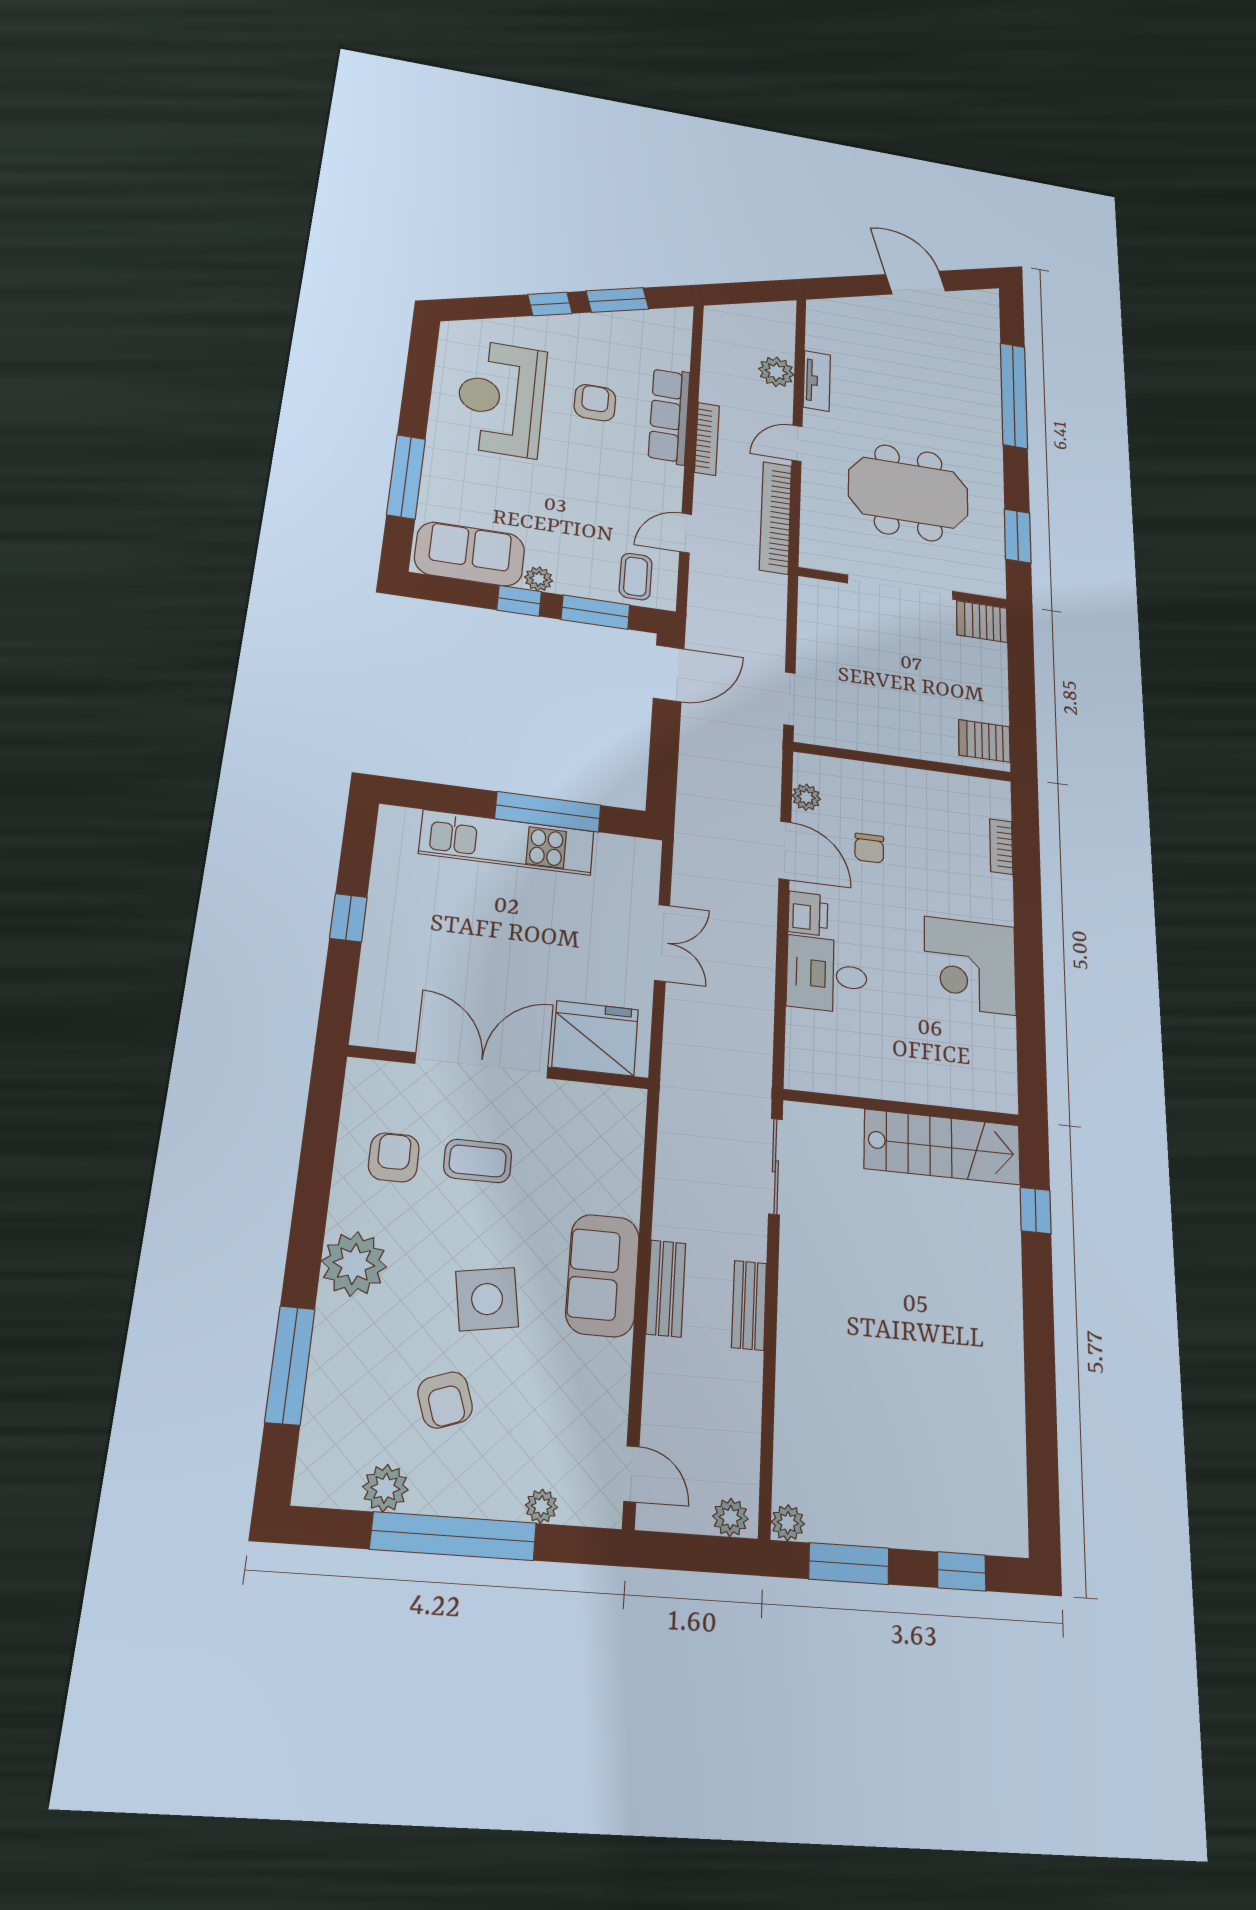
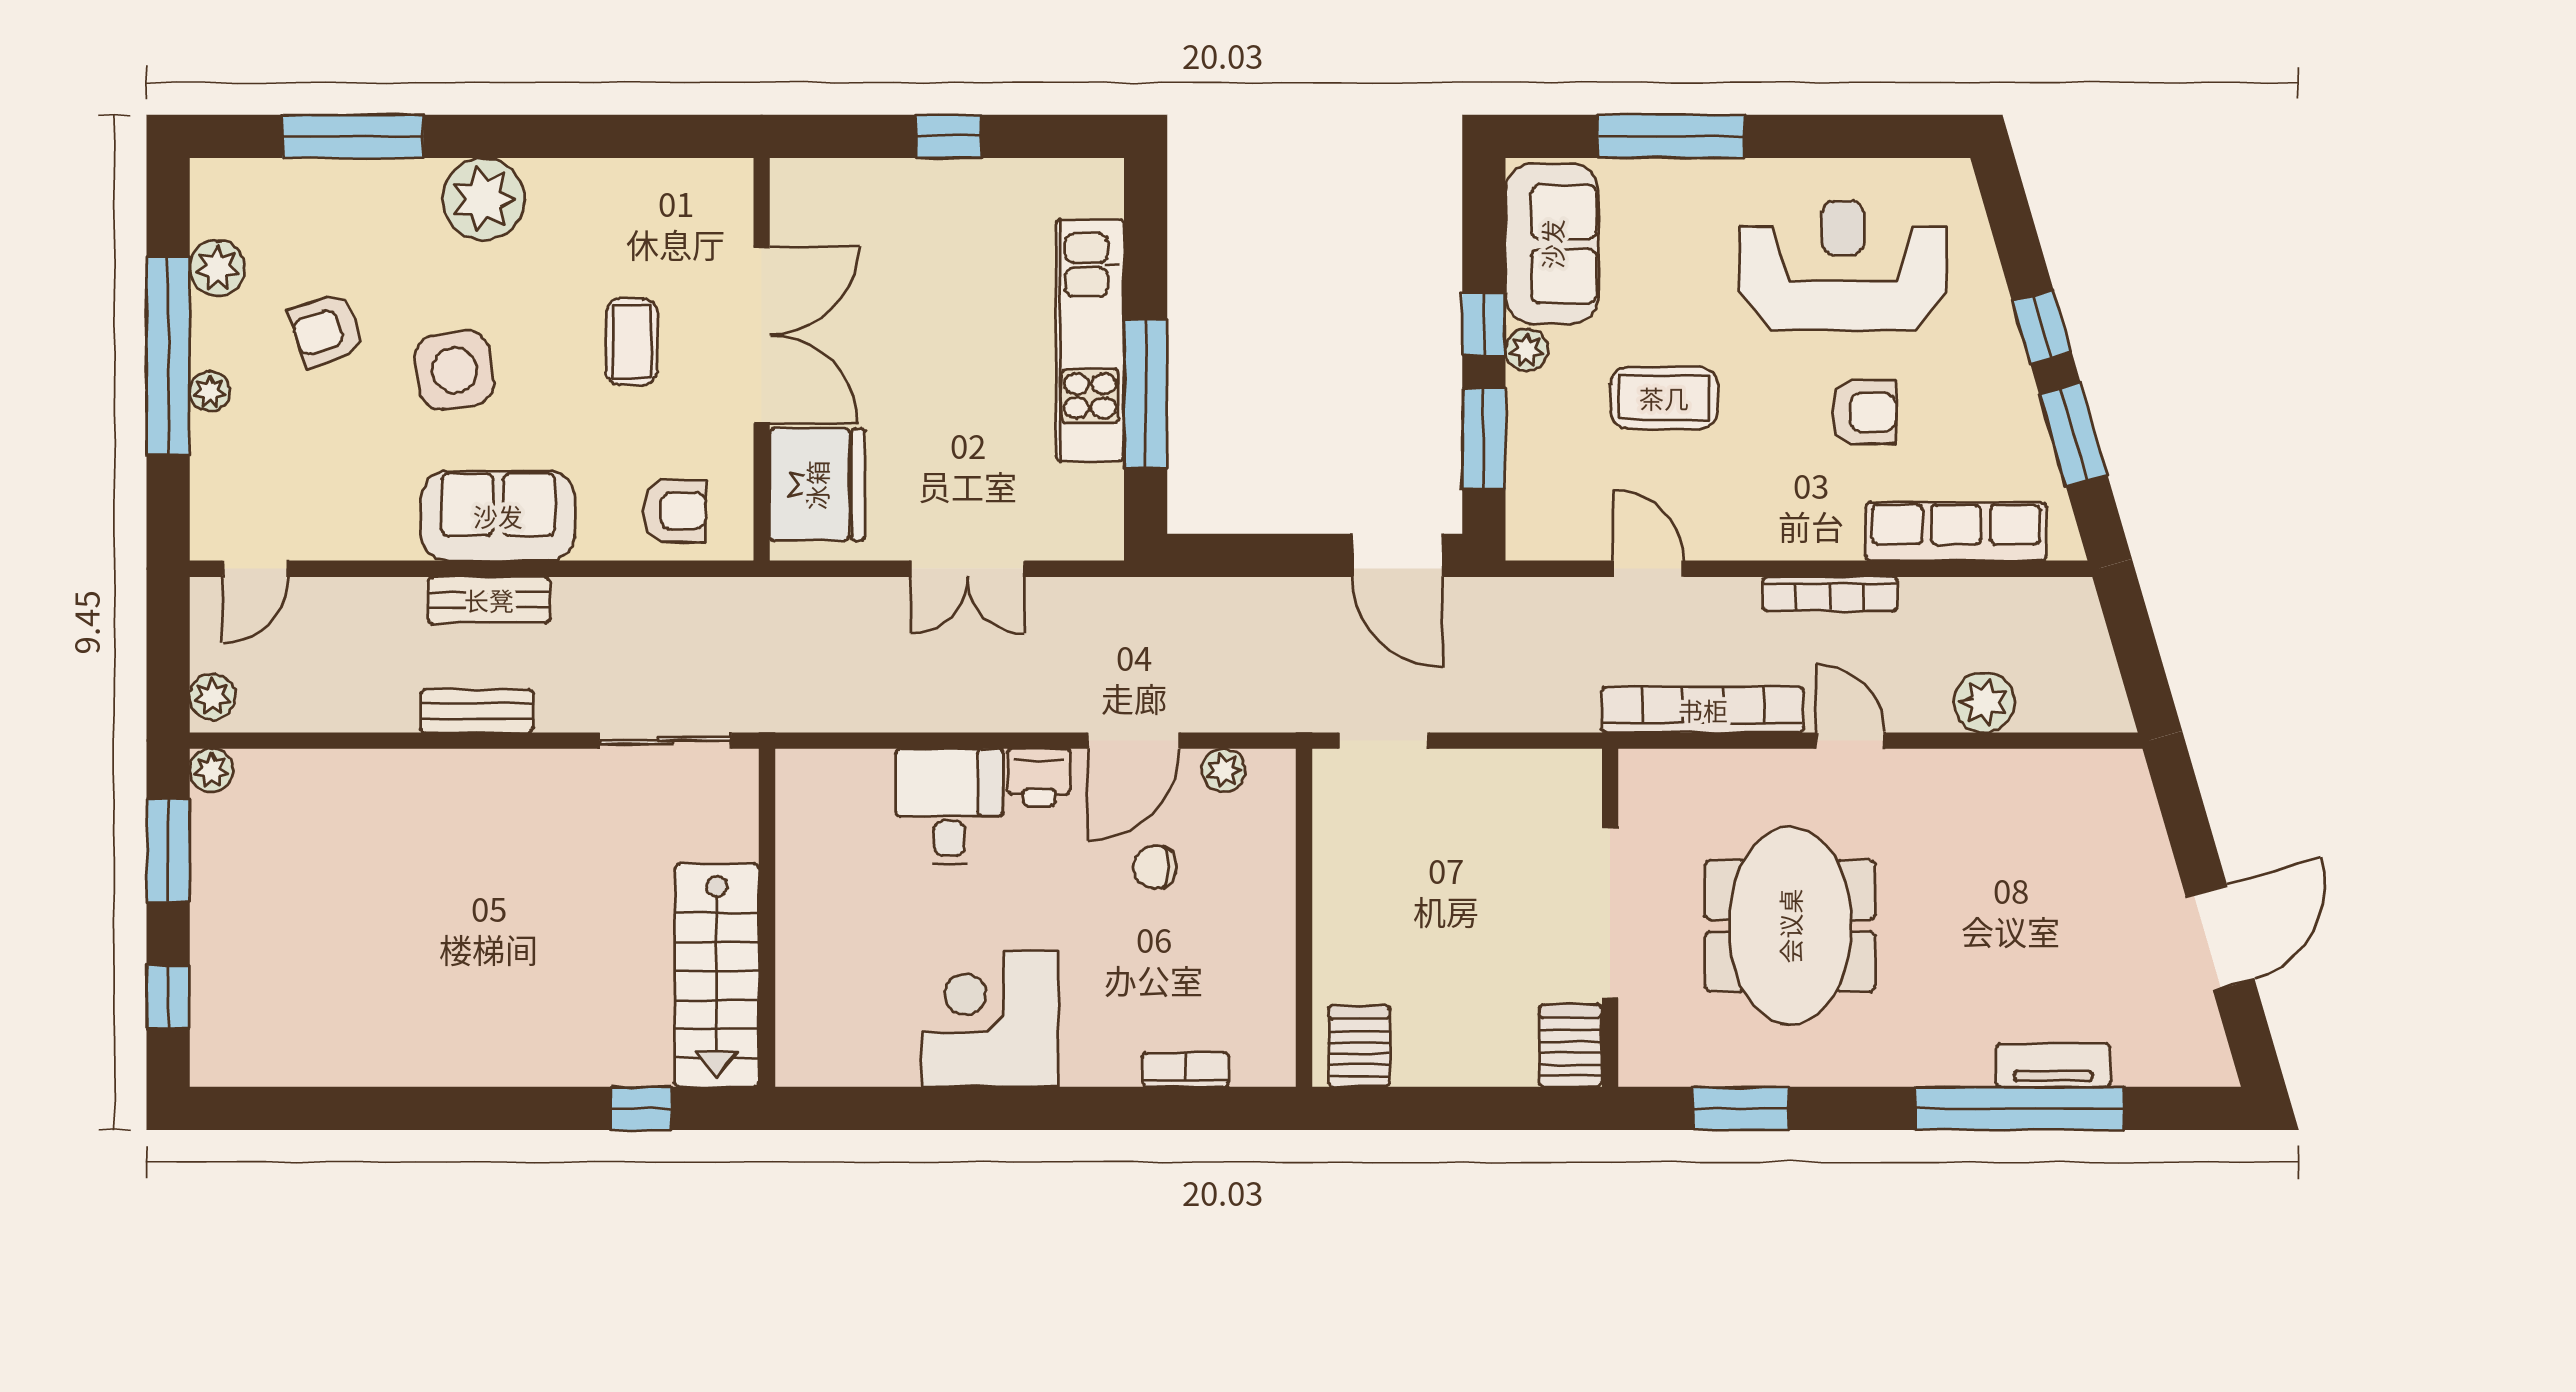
tv unit: (817, 381) -> (2053, 1065), moved, turned 180
row of seats: (669, 416) -> (1956, 531), moved
coffee table: (636, 577) -> (1664, 398), moved, width x1.36, depth x1.30
armchair: (394, 1157) -> (674, 511), moved
plant: (541, 1506) -> (210, 391), moved

